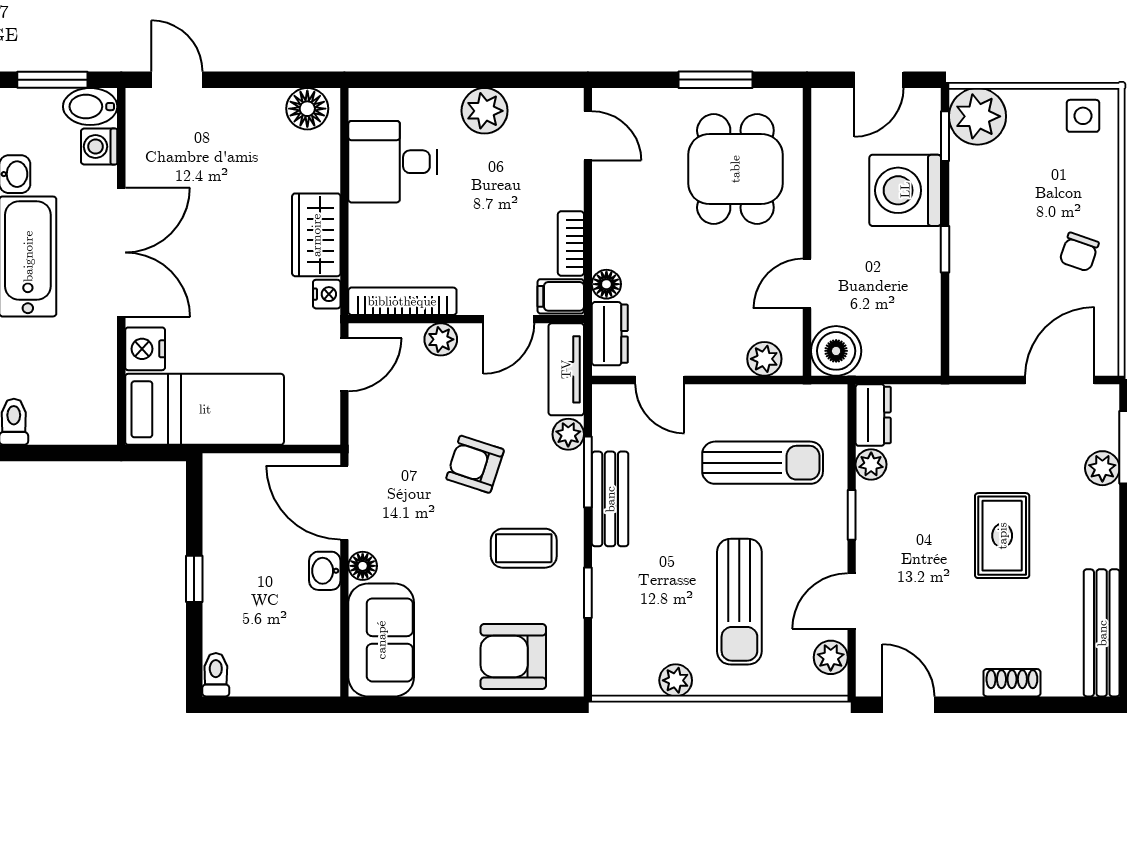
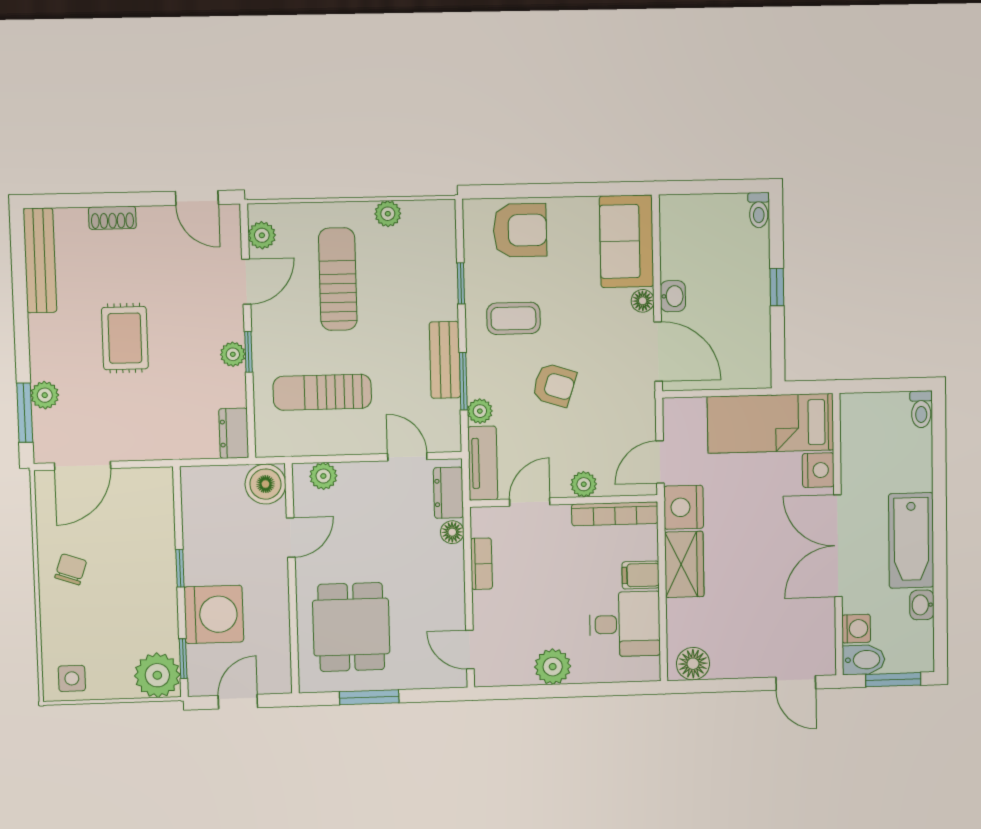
nightstand: (327, 294) -> (684, 507), width x1.89, depth x1.79
filing cabinet: (561, 296) -> (641, 575), moved, turned 180
plant: (871, 464) -> (233, 354), moved

